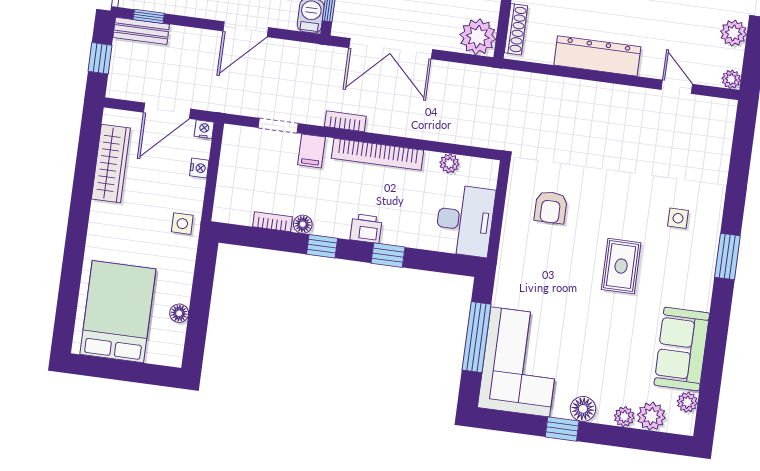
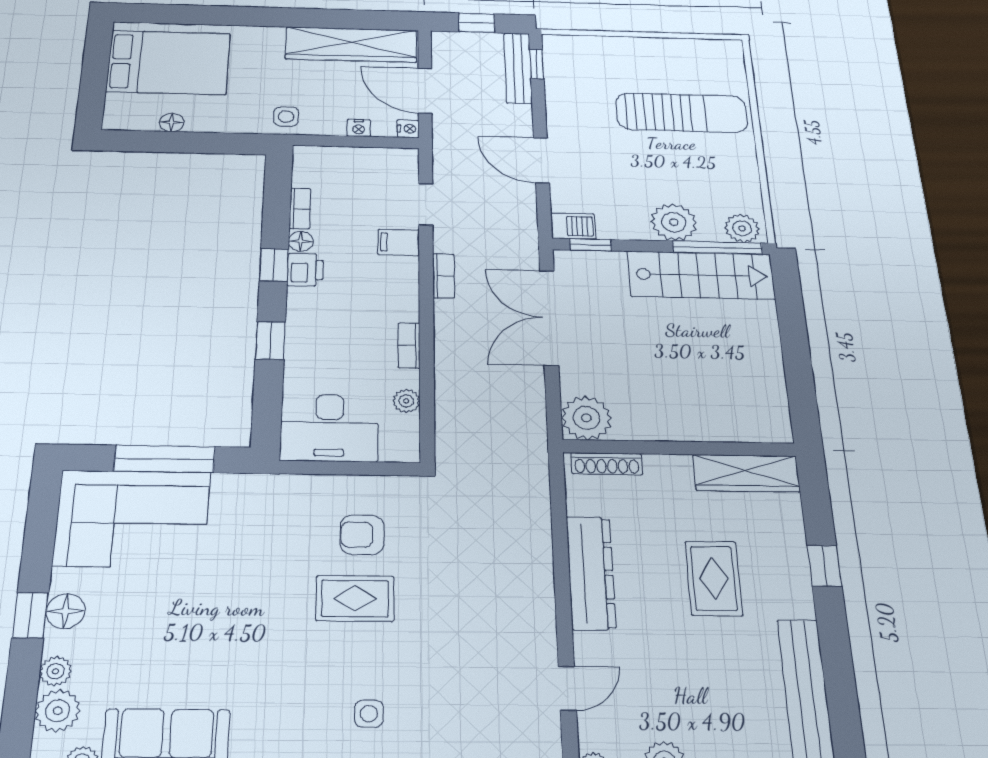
bench: (141, 31) -> (518, 68), width x1.36
bookcase: (378, 154) -> (409, 345), width x0.43, depth x0.76
wardrobe: (111, 164) -> (351, 45), width x1.40, depth x1.17
printer: (366, 229) -> (305, 270), moved
rug: (621, 266) -> (355, 598), moved
window: (562, 429) -> (30, 615), moved

